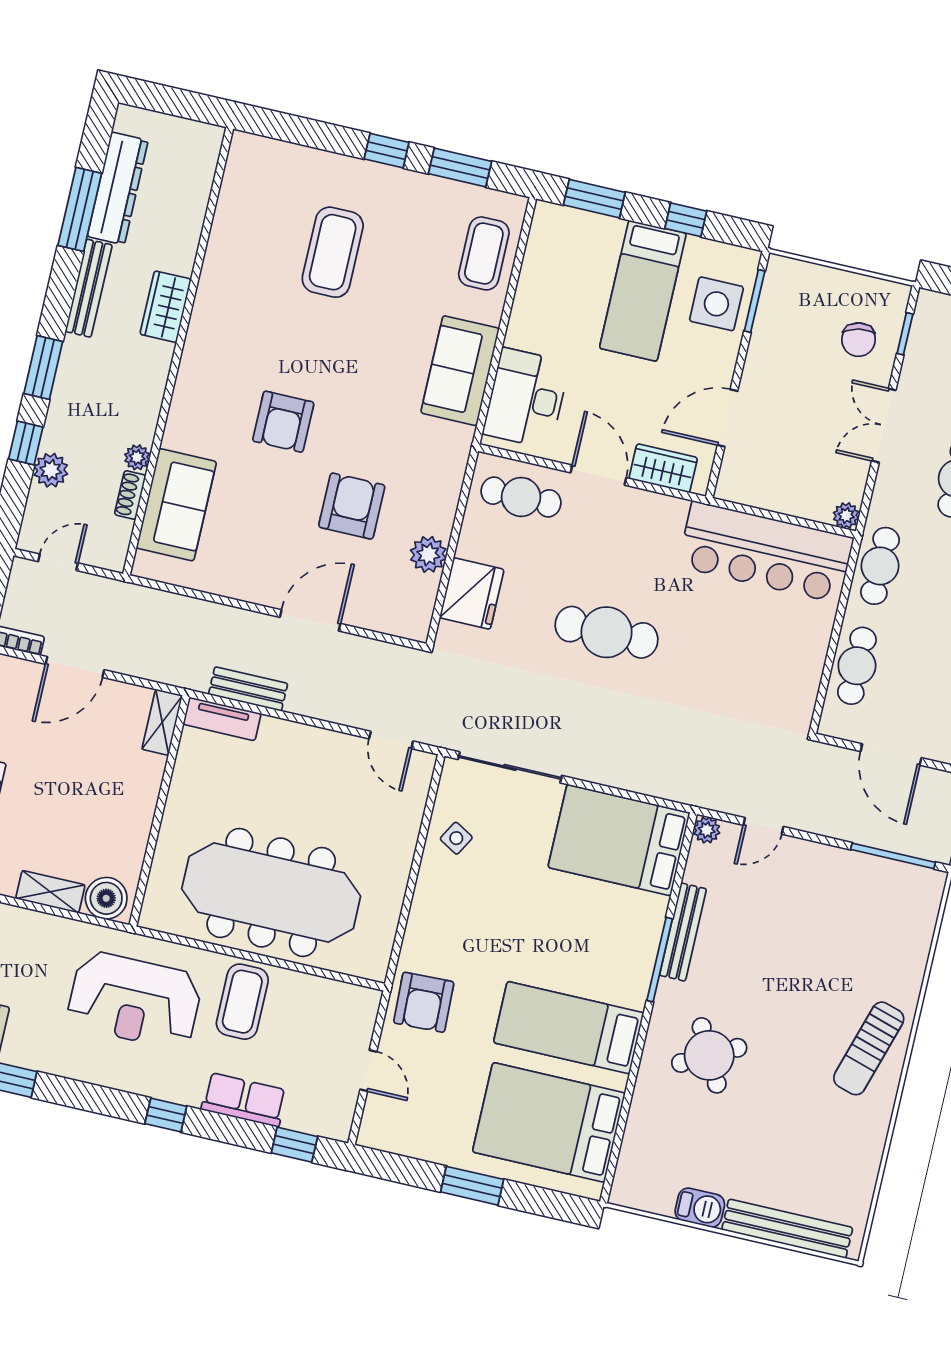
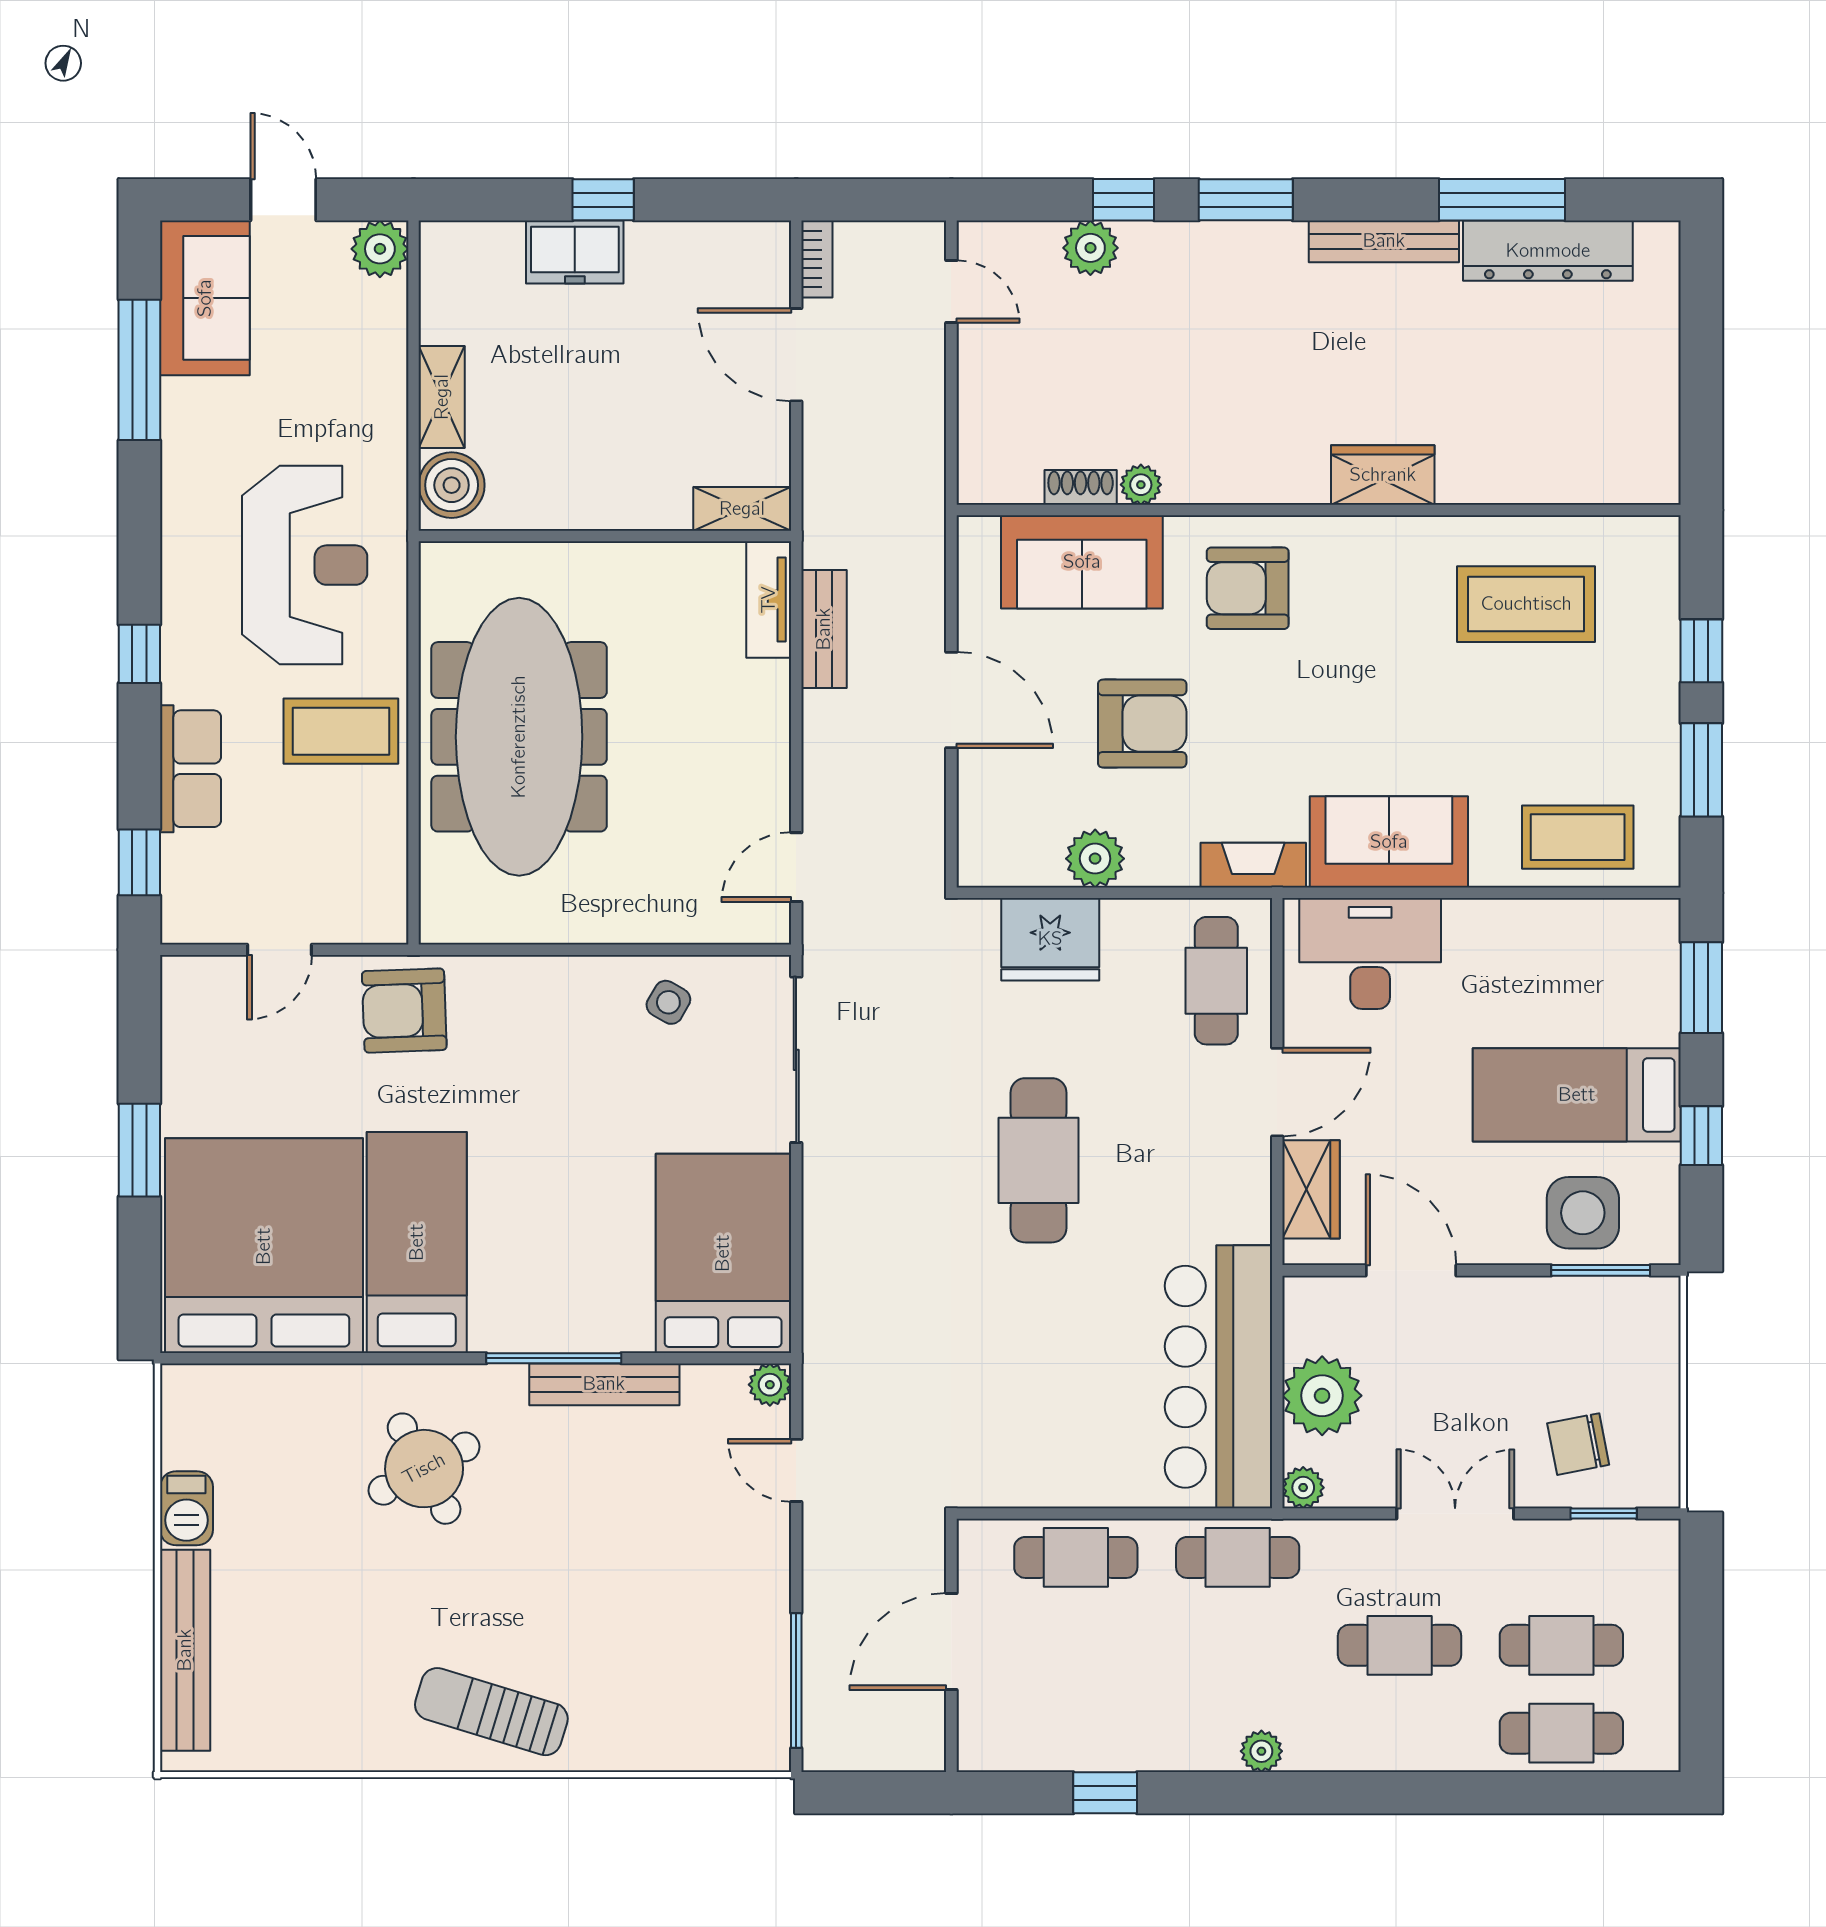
wardrobe: (166, 307) -> (1383, 475), moved
wall: (178, 351) -> (1319, 510), moved
plant: (137, 457) -> (1141, 485), moved
fireplace: (455, 458) -> (1253, 865), added
plant: (792, 491) -> (1322, 1396), added
shoe rack: (130, 495) -> (1081, 487), moved
sofa: (176, 505) -> (1082, 562), moved
reception desk: (135, 1000) -> (305, 565), turned 180
bed: (549, 1122) -> (264, 1246), width x1.36

